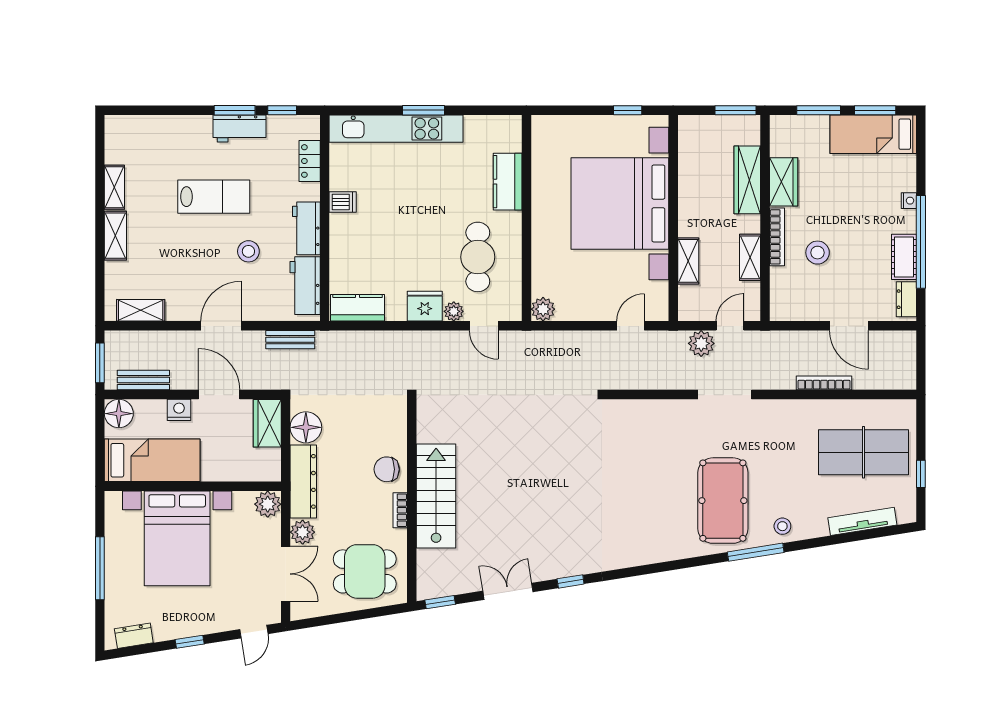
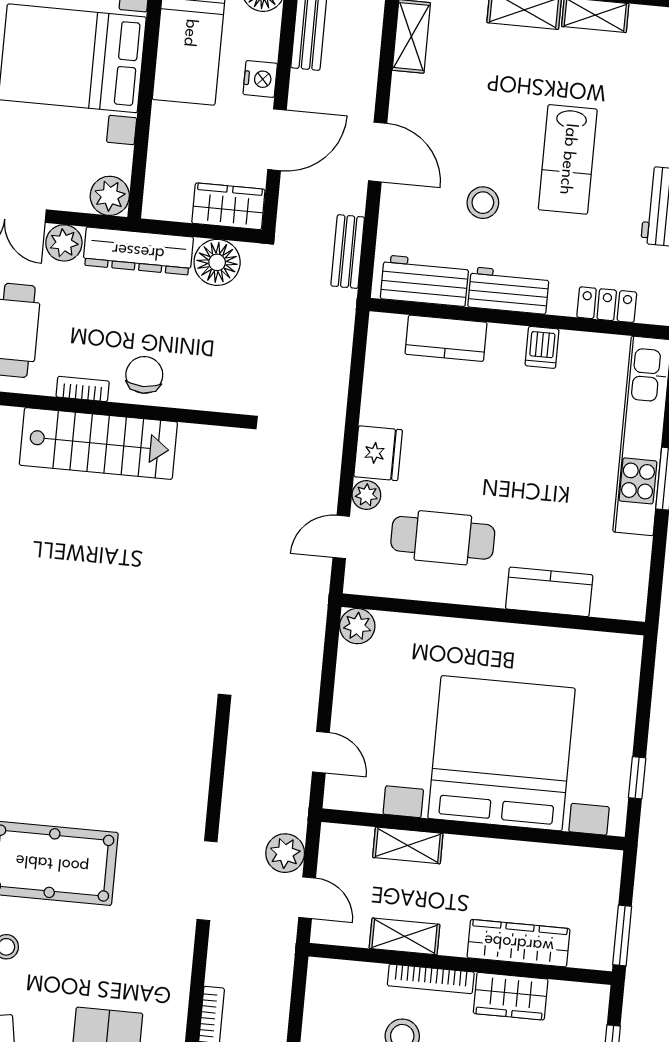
kitchen counter: (358, 308) -> (446, 338), moved, turned 90

